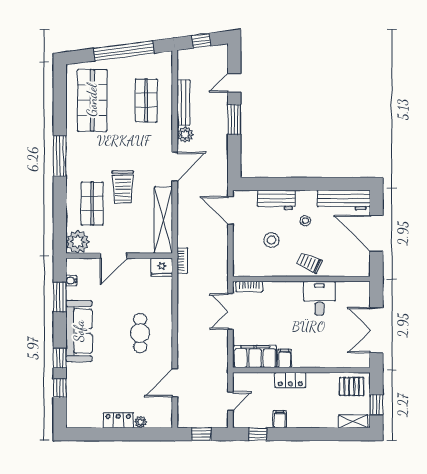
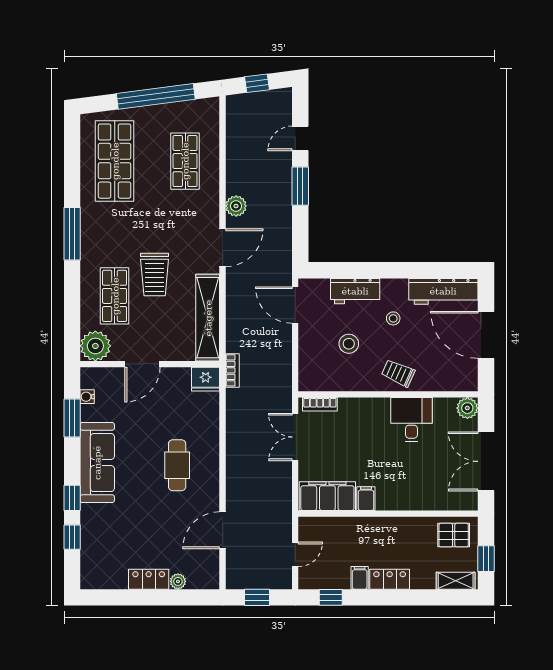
bench: (183, 103) -> (234, 164), removed
plant: (362, 289) -> (467, 408), added
locker: (290, 380) -> (390, 579), moved, turned 180

